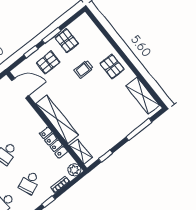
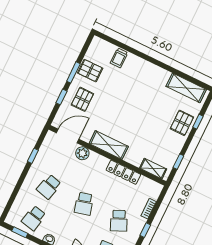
pallet: (112, 66) -> (182, 123), moved, turned 90
trolley: (84, 69) -> (119, 58), moved
shelving: (57, 119) -> (109, 145), width x0.68
window: (139, 129) -> (198, 122), width x0.46
plant: (74, 170) -> (82, 153), moved

